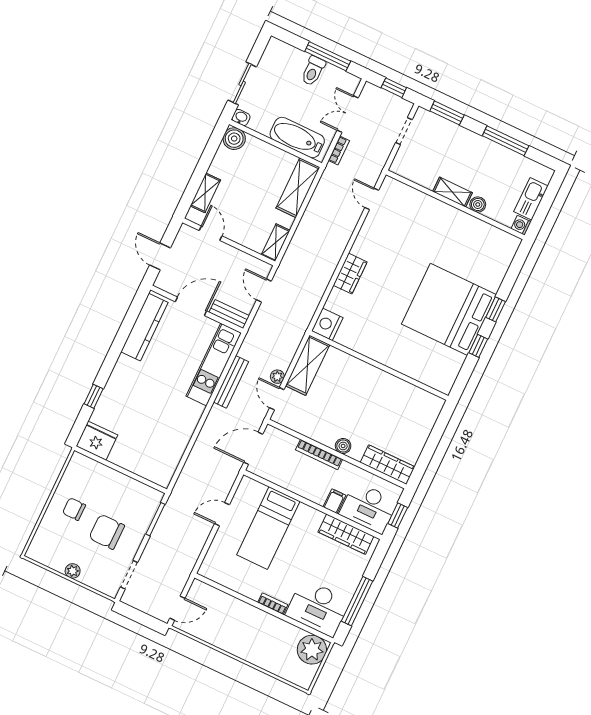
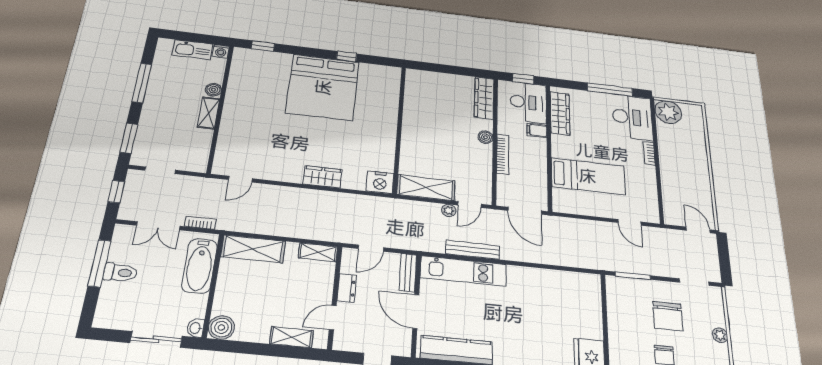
dresser: (233, 255) -> (347, 288), added
window: (496, 309) -> (263, 46), moved
door: (222, 514) -> (629, 222), moved

